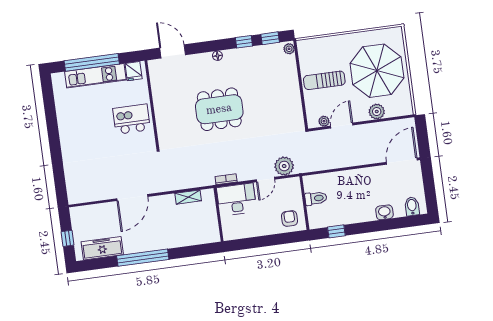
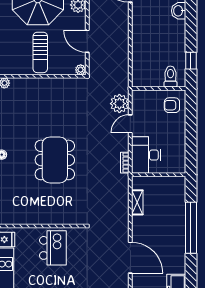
kitchen island: (131, 119) -> (53, 248), turned 180
plant: (324, 121) -> (81, 70), moved
door: (265, 180) -> (130, 124), swing flipped
toilet: (316, 198) -> (170, 77), moved
window: (143, 258) -> (191, 228), moved

